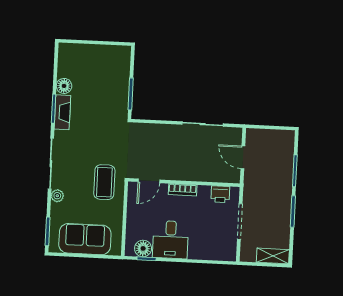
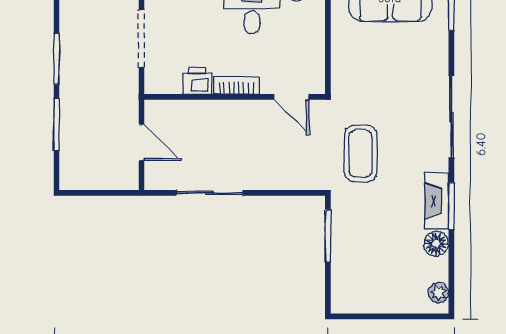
door: (149, 181) -> (291, 97), swing flipped
coffee table: (104, 182) -> (361, 153), moved
printer: (220, 194) -> (197, 81), moved
plant: (57, 196) -> (438, 293), moved

